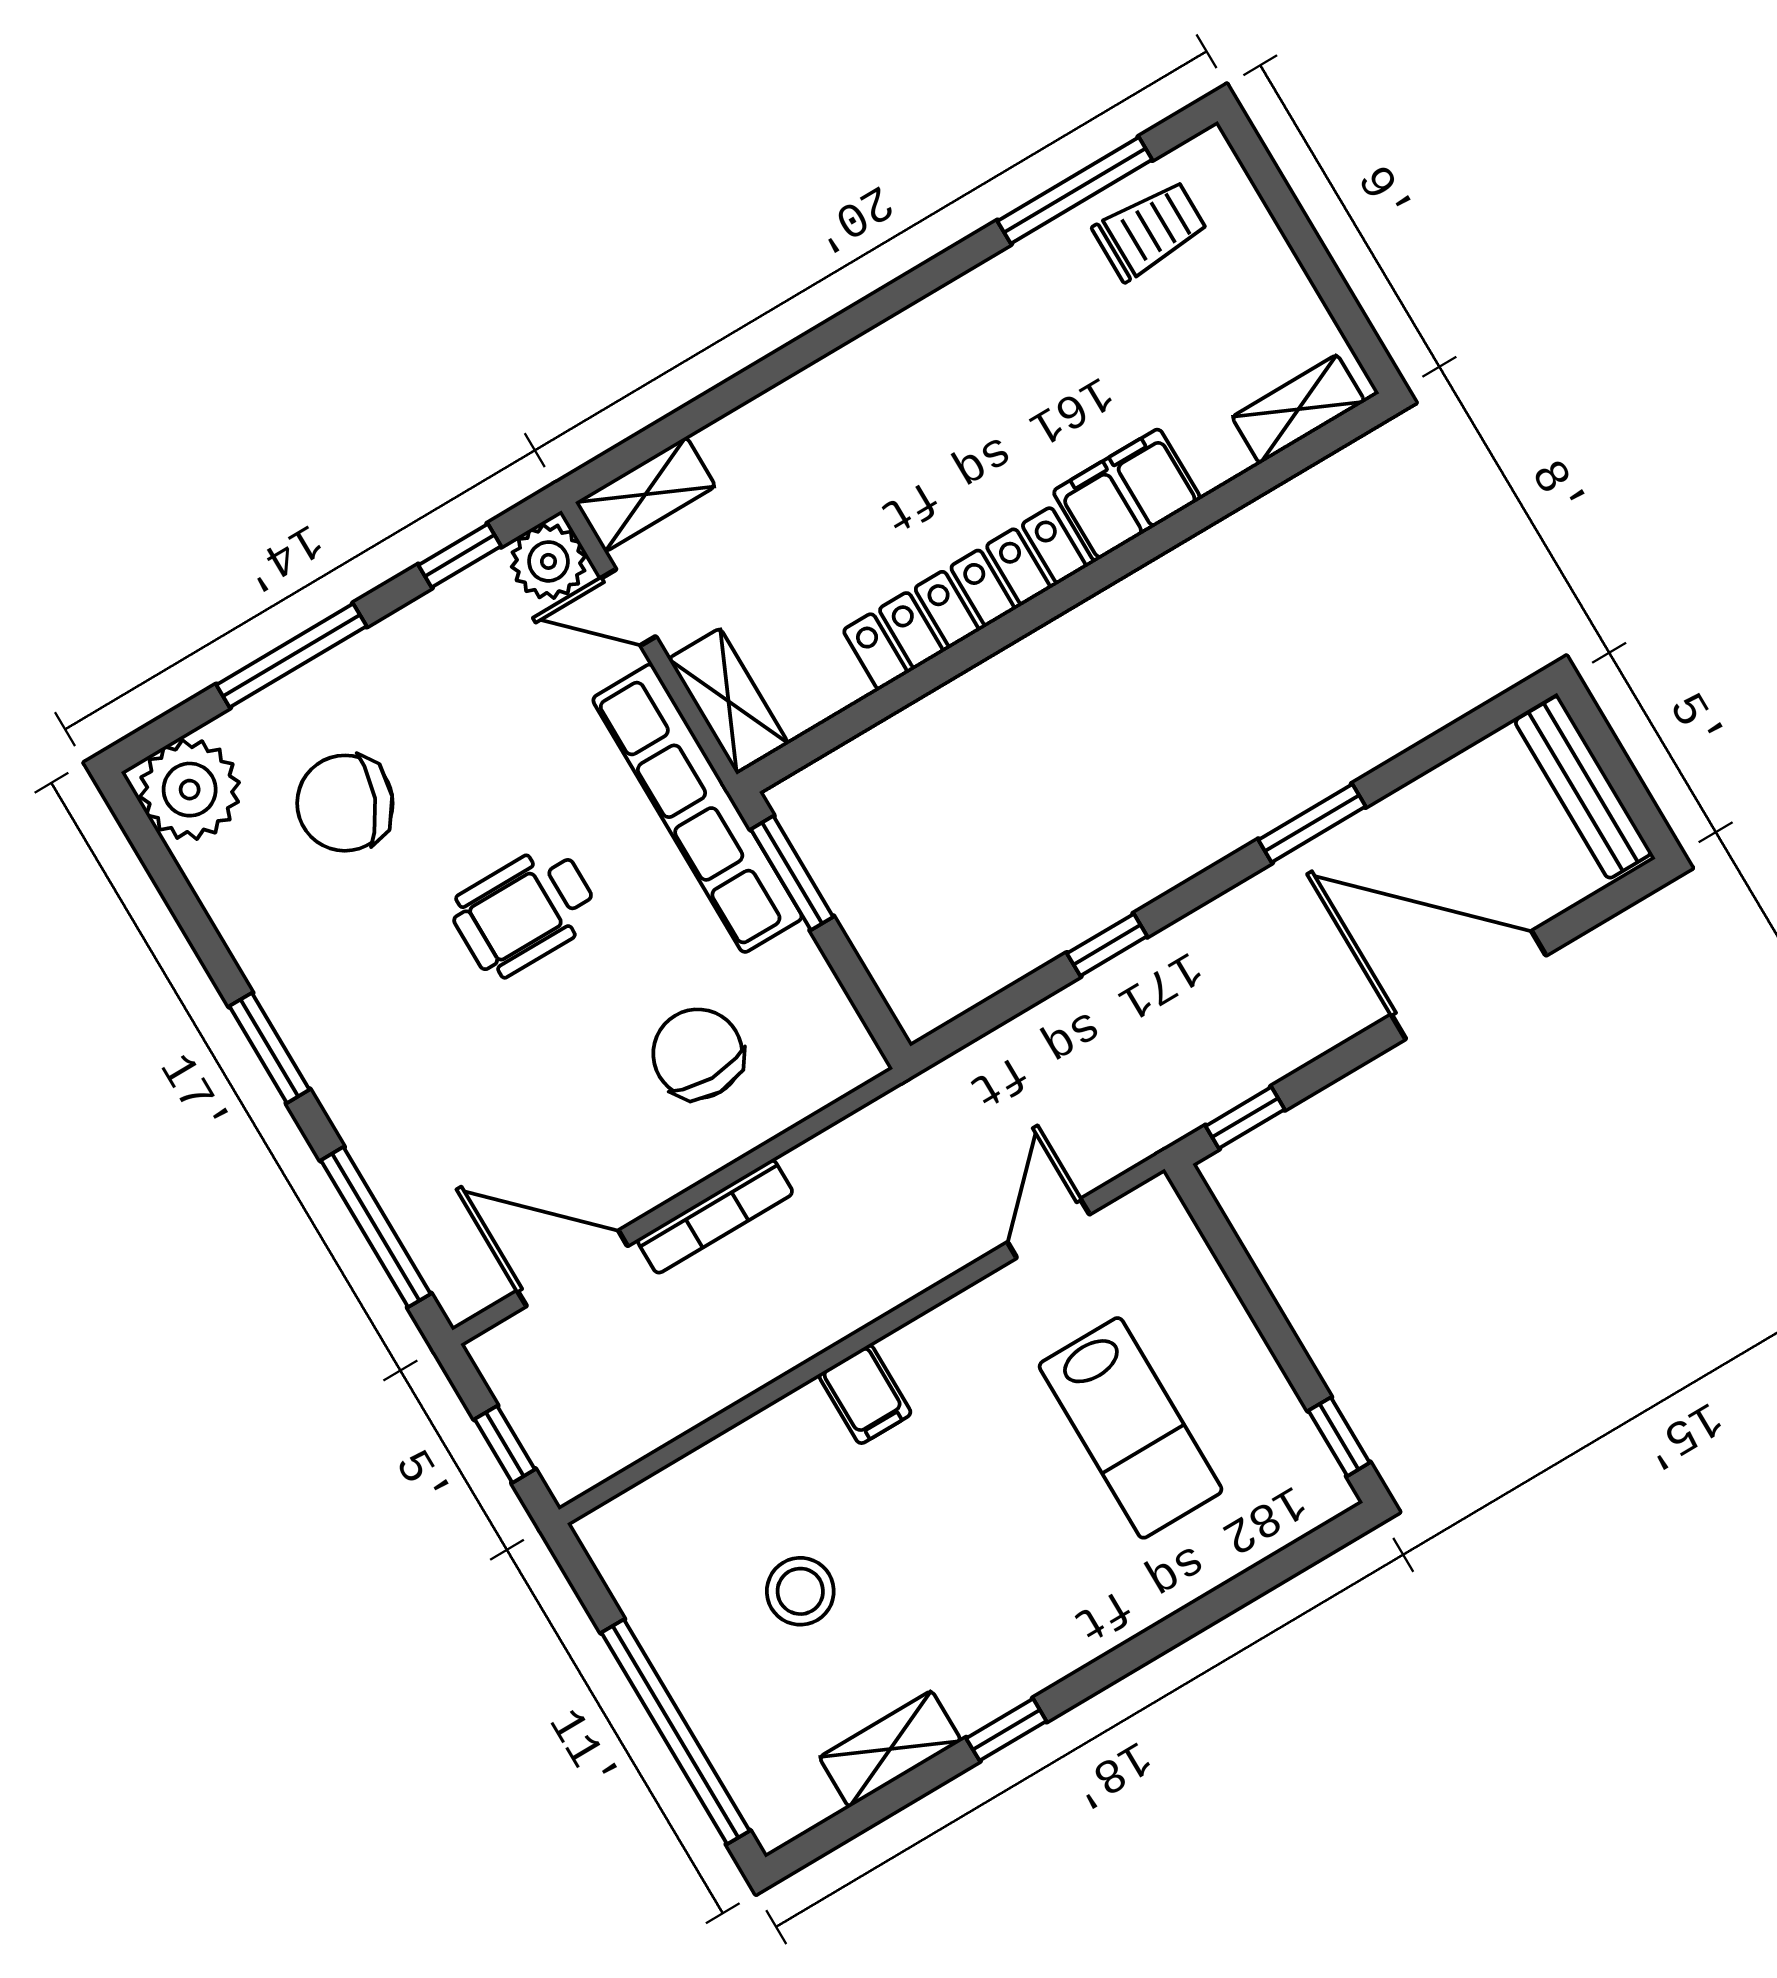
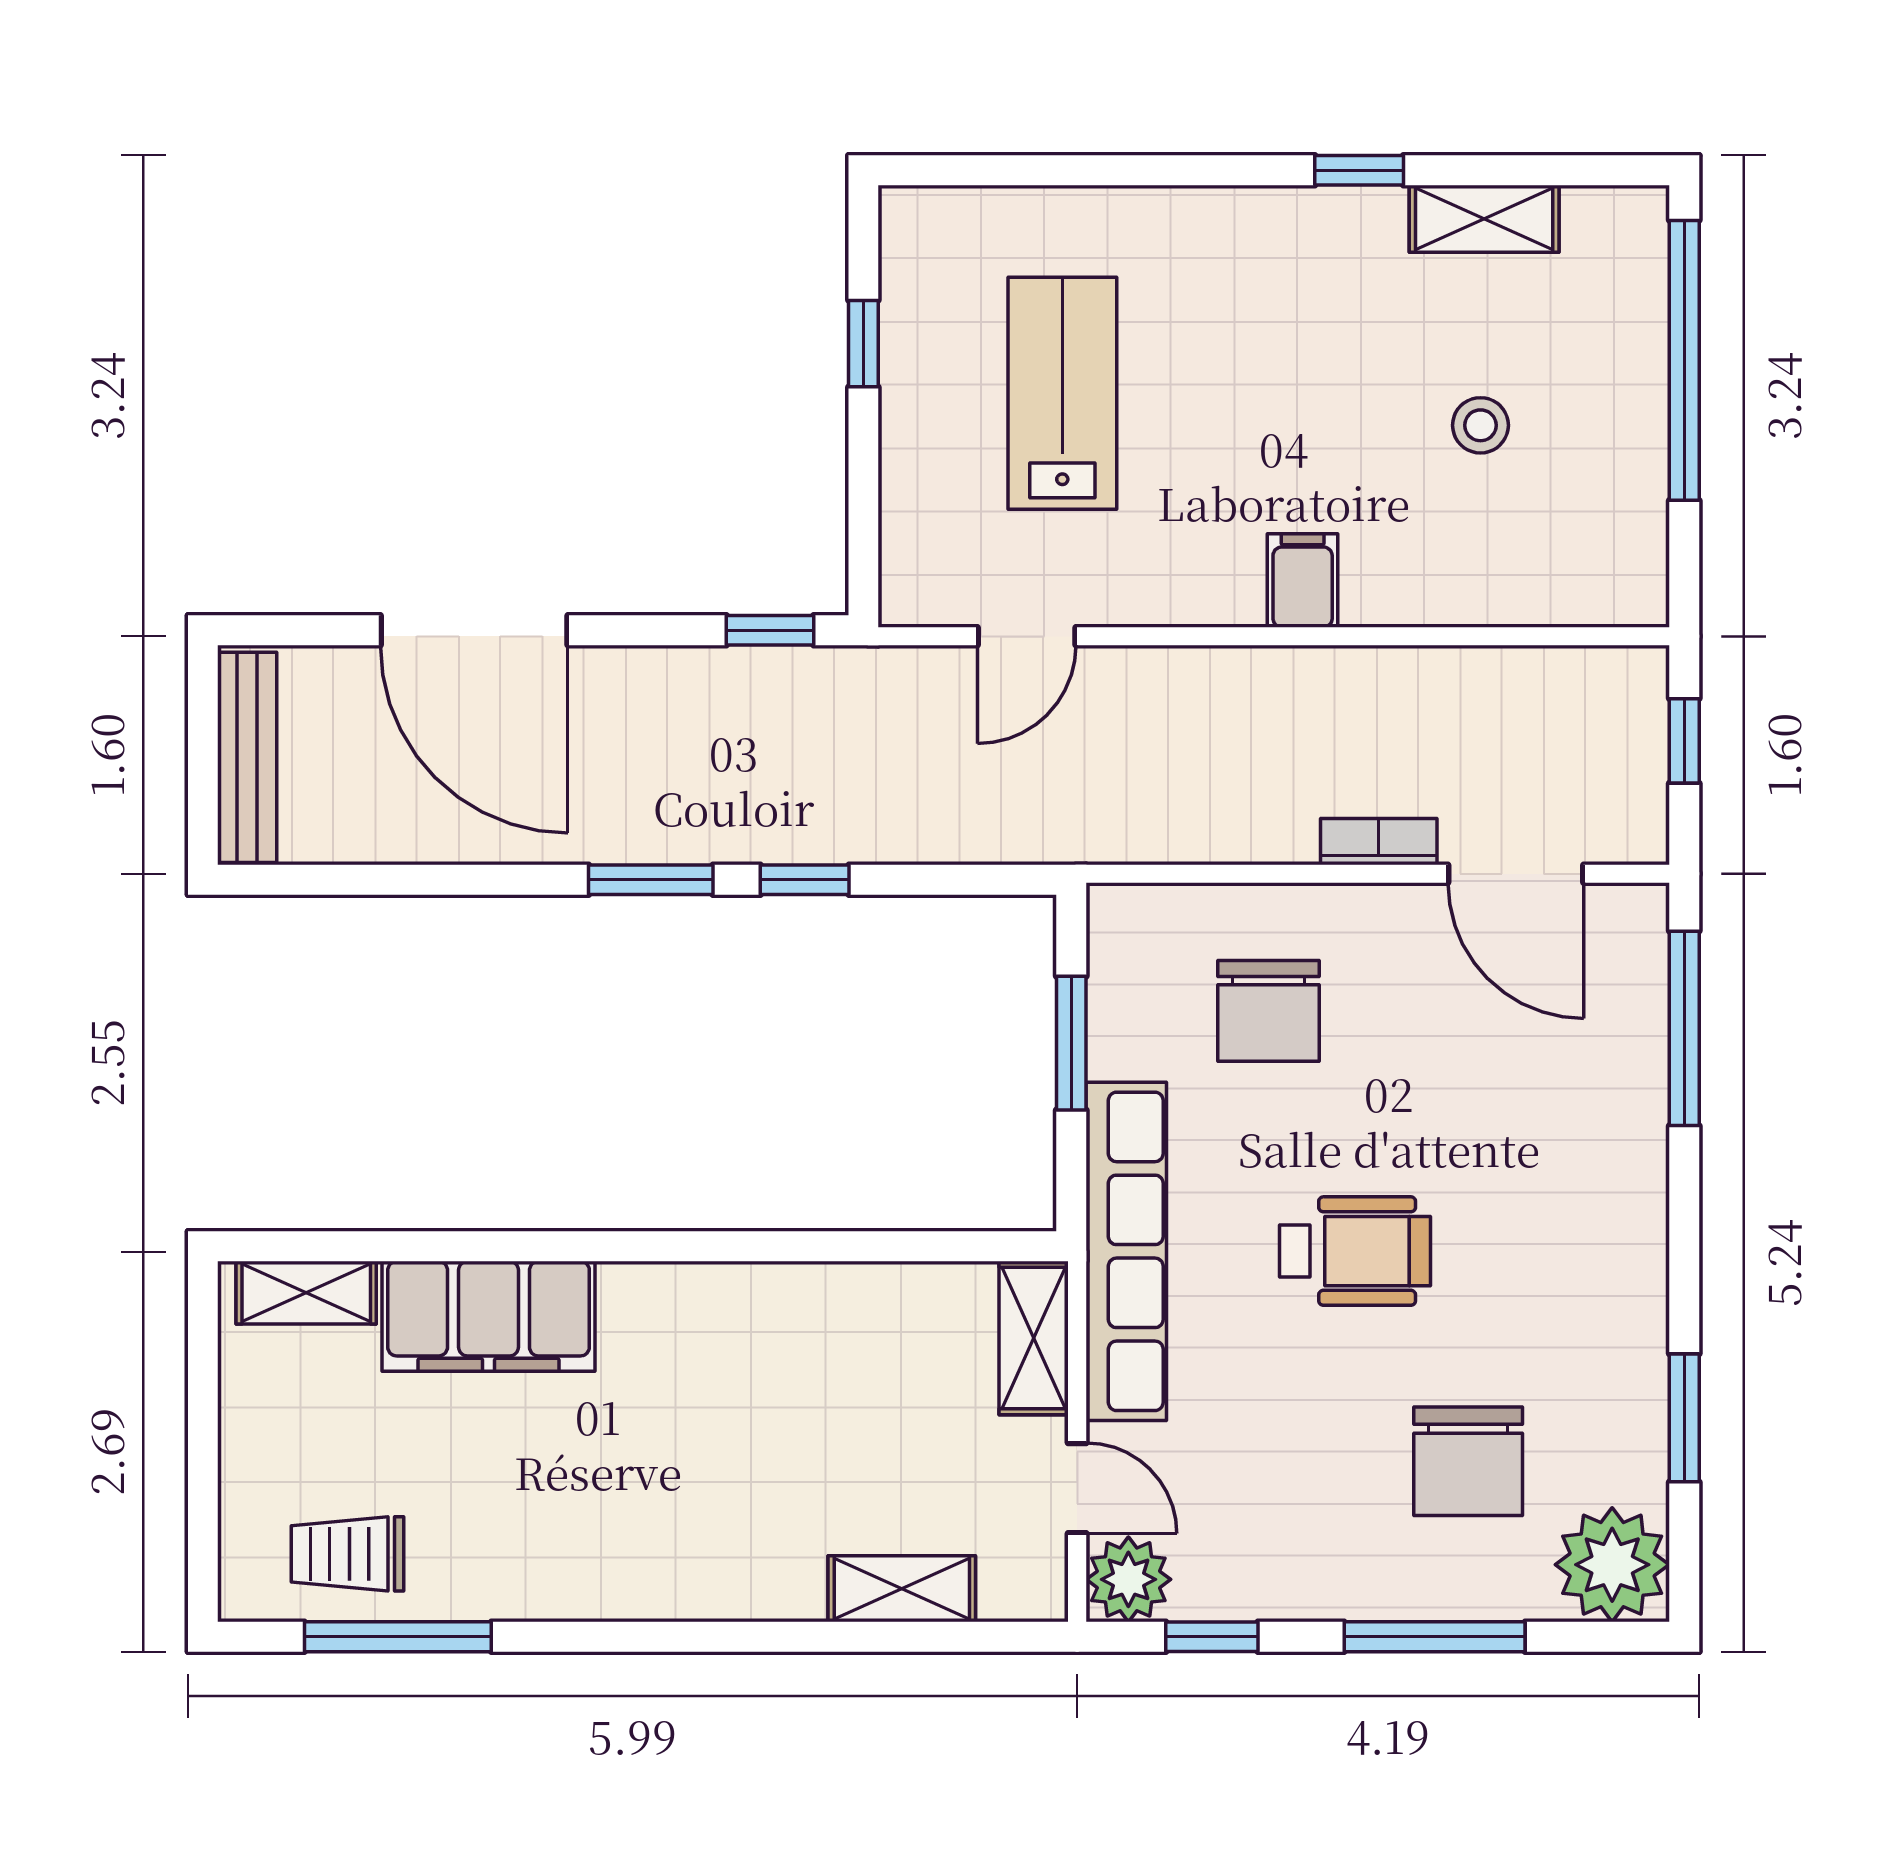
shelving: (645, 494) -> (902, 1589), moved
filing cabinet: (1127, 495) -> (489, 1316), width x1.50, depth x1.17
locker: (965, 598) -> (743, 1301), removed
chair: (345, 803) -> (1468, 1461), turned 68
window: (1312, 823) -> (651, 880), moved
window: (792, 873) -> (1071, 1043), moved
window: (269, 1048) -> (1684, 1418), moved
bookcase: (715, 1216) -> (1379, 842), width x0.64
window: (1339, 1437) -> (863, 344), moved
stool: (800, 1591) -> (1480, 425), width x0.73, depth x0.73

